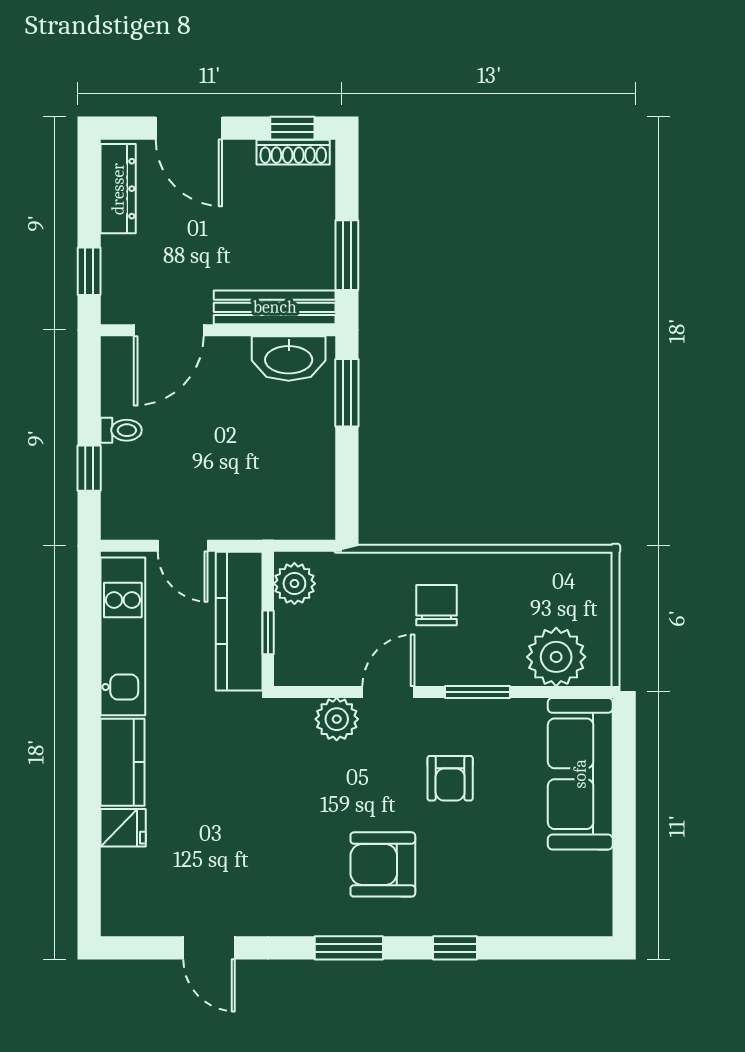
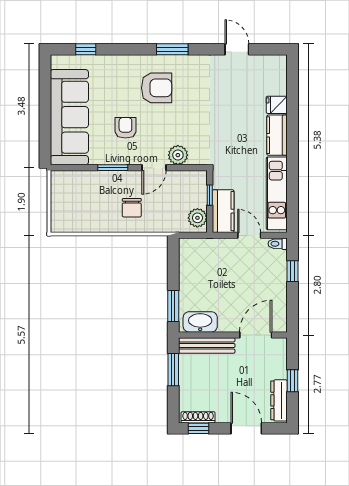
window: (89, 271) -> (292, 381), moved
toilet: (121, 430) -> (278, 244), moved
kitchen counter: (239, 621) -> (223, 211), width x0.67
plant: (556, 657) -> (76, 184), removed
sofa: (580, 774) -> (69, 117), width x1.36, depth x1.27
window: (455, 948) -> (86, 49), moved

